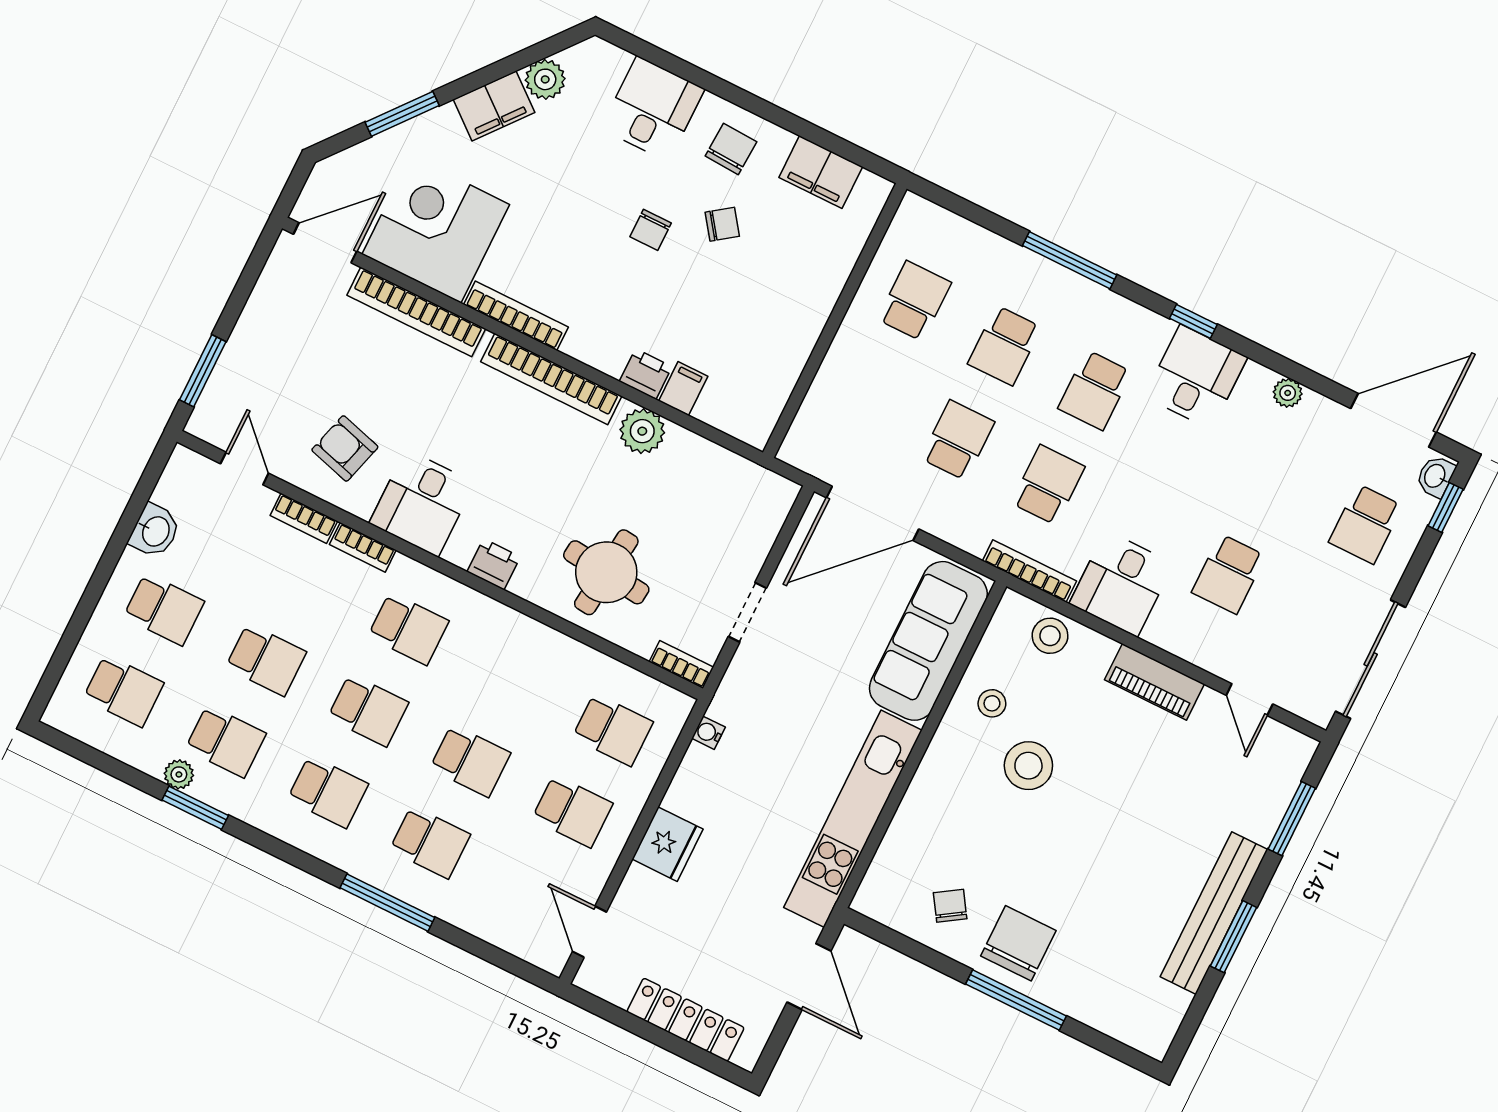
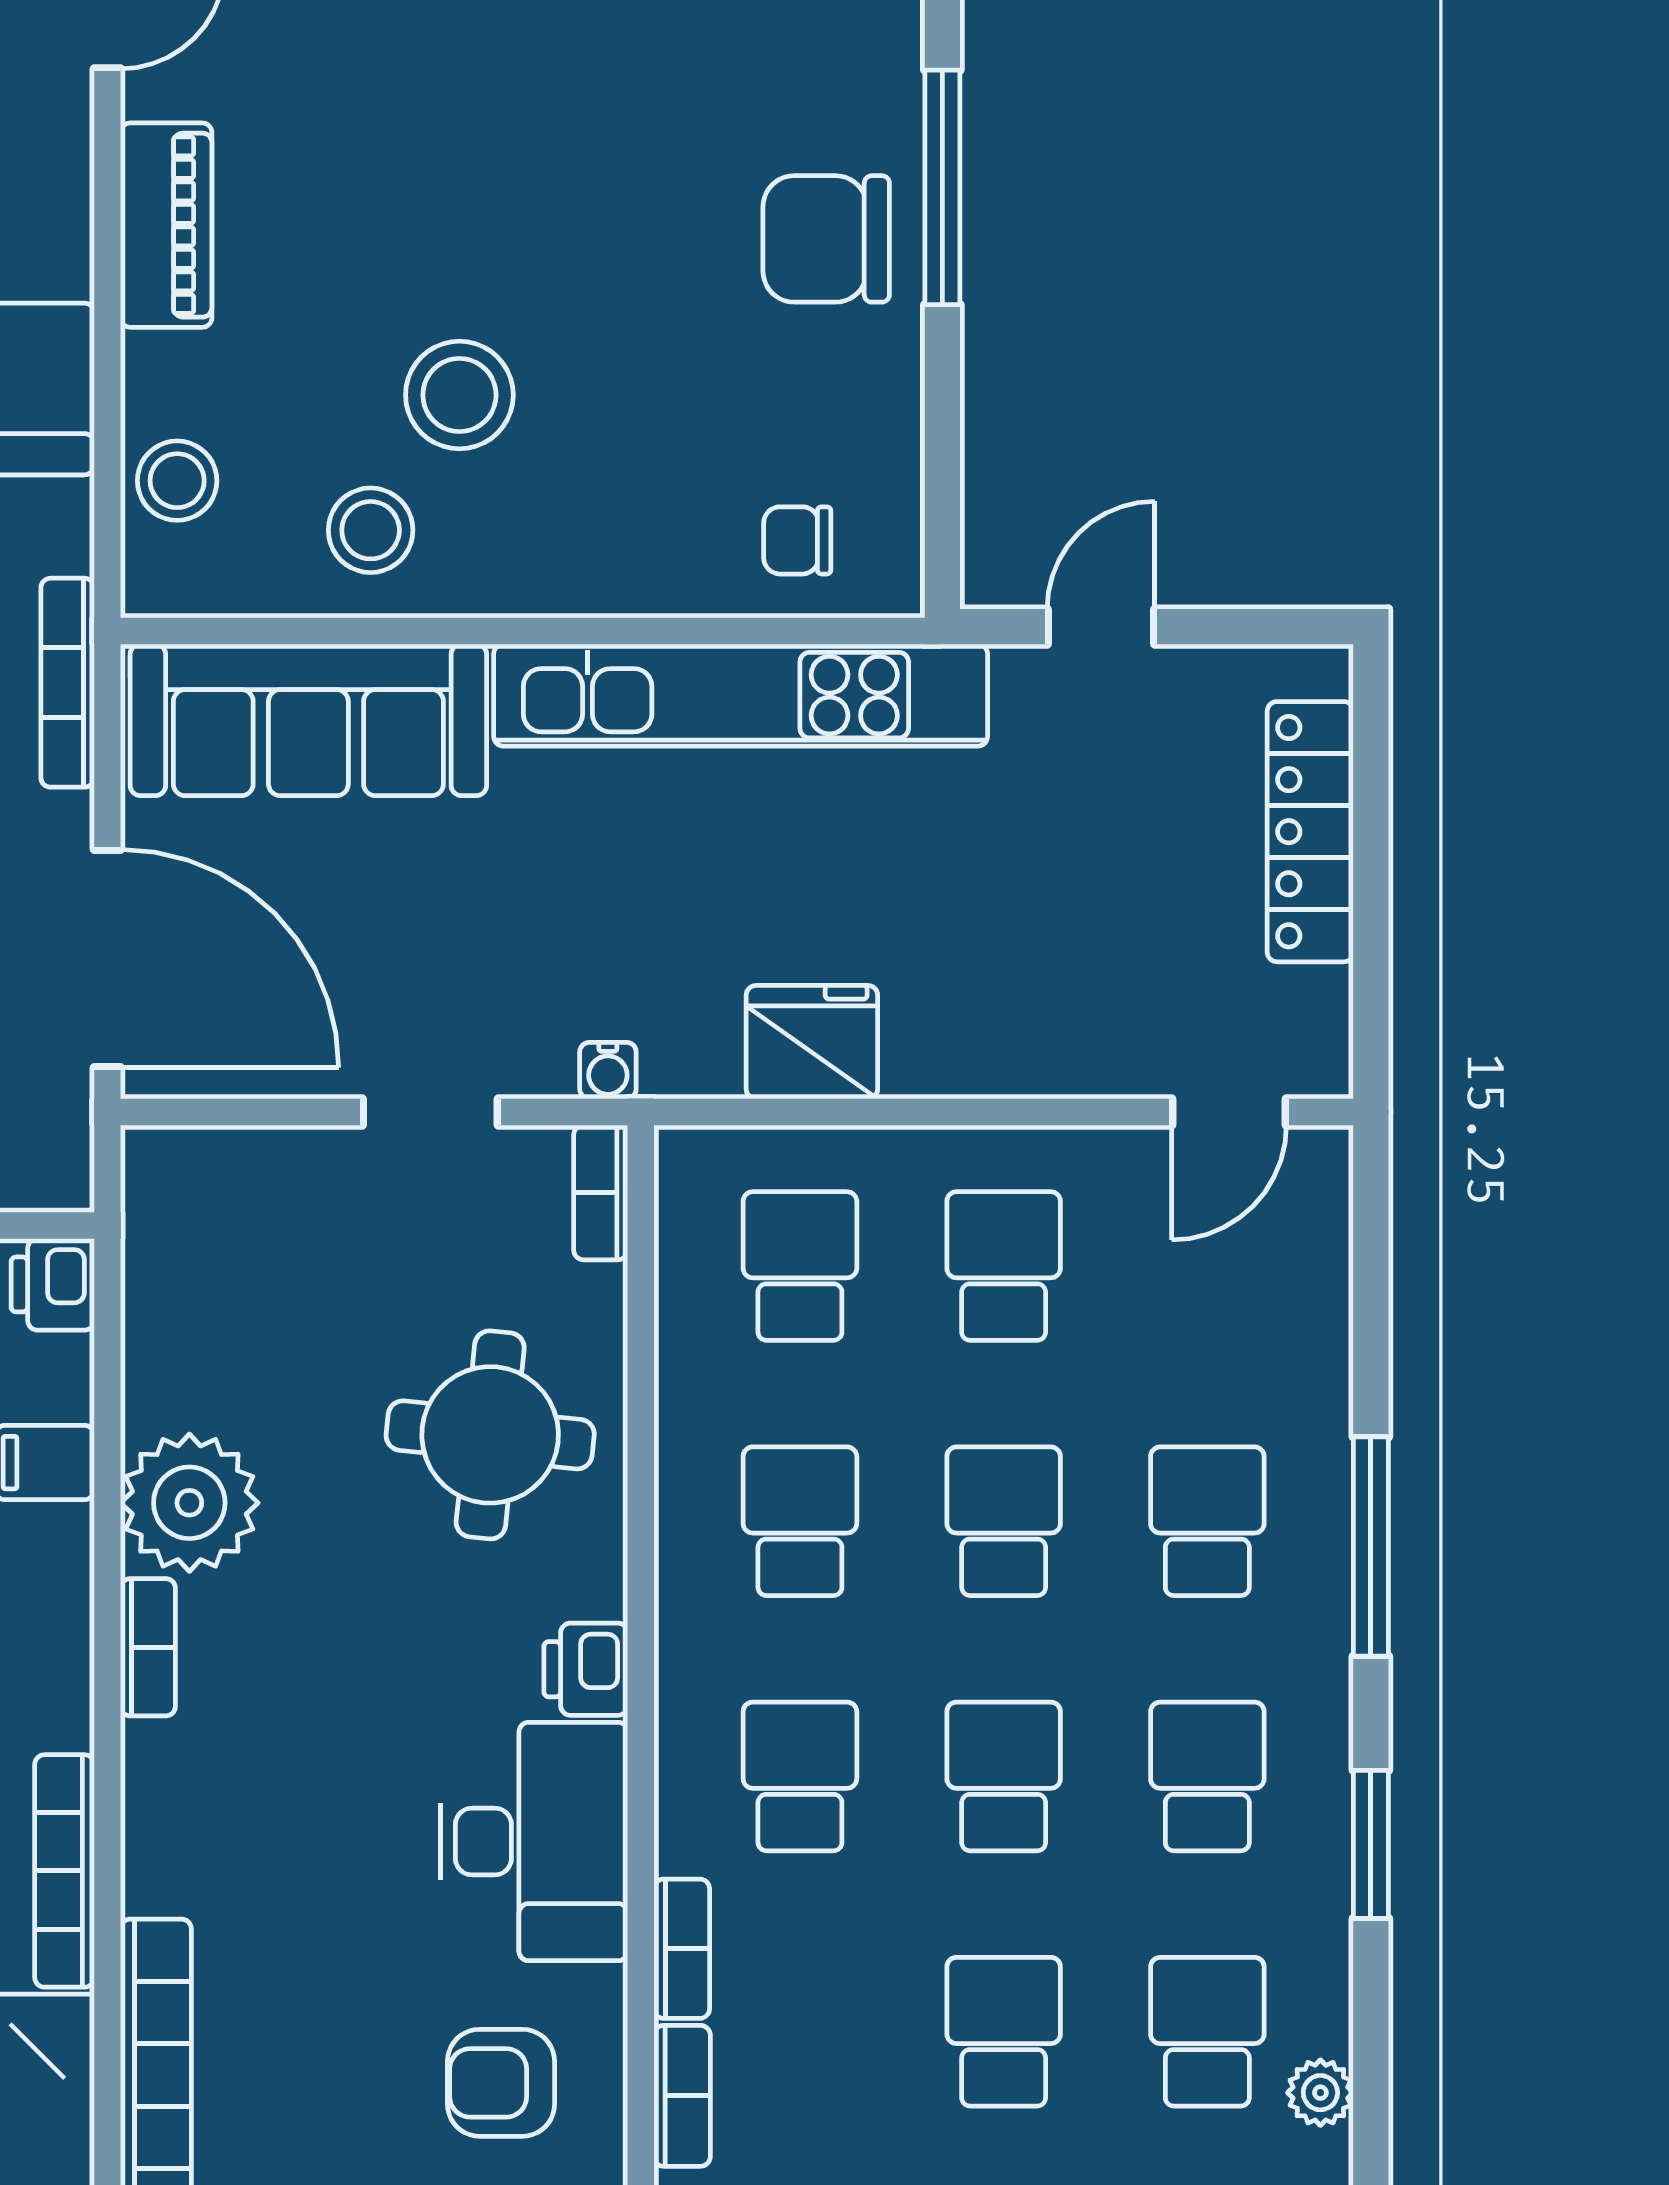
printer: (646, 374) -> (53, 1284), moved
bookcase: (551, 379) -> (148, 1647), width x0.43, depth x0.76
plant: (642, 431) -> (189, 1503), width x1.36, depth x1.36
armchair: (345, 448) -> (501, 2083), turned 74
desk: (422, 503) -> (534, 1842), width x1.37
bookcase: (1029, 571) -> (68, 683), moved
school desk: (510, 679) -> (800, 1521), added
stool: (992, 703) -> (371, 530), width x1.37, depth x1.37
water cooler: (708, 733) -> (608, 1071), moved
window: (195, 808) -> (1371, 1844), moved
fridge: (667, 844) -> (812, 1042), moved
chair: (950, 906) -> (797, 540), moved, turned 33
door: (809, 977) -> (1101, 627), width x0.73

